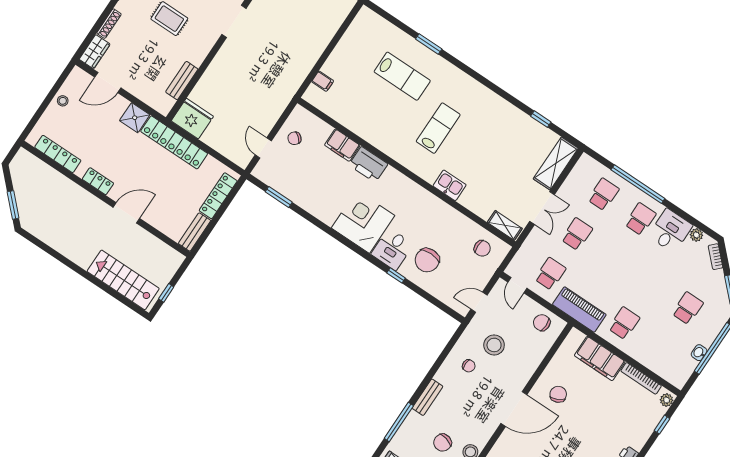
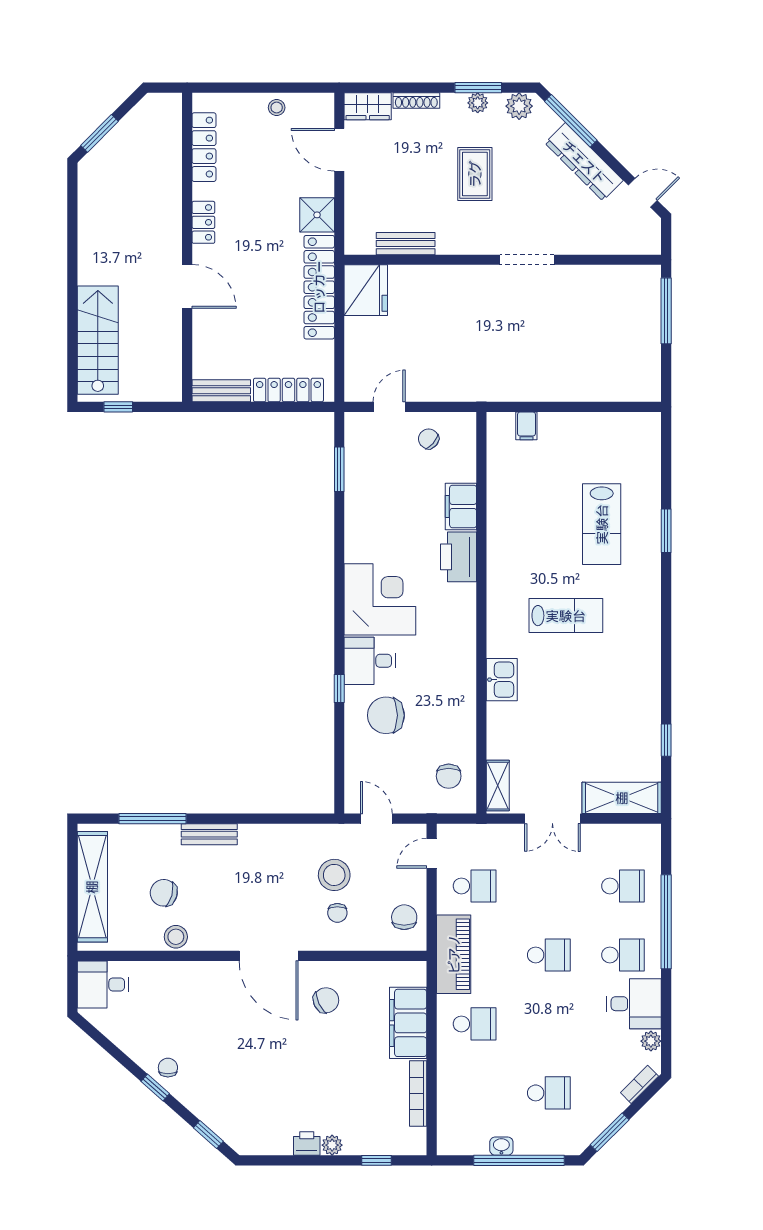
school desk: (577, 234) -> (549, 955), moved
chair: (469, 366) -> (337, 913), moved
plant: (667, 400) -> (332, 1145), moved

